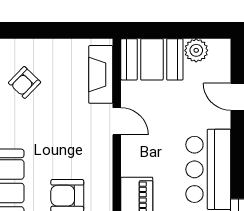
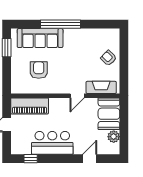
armchair: (25, 82) -> (109, 58), moved

